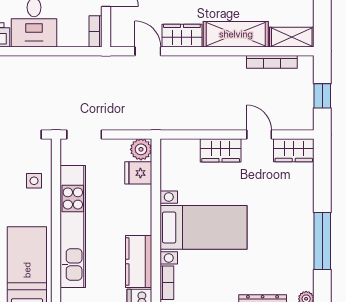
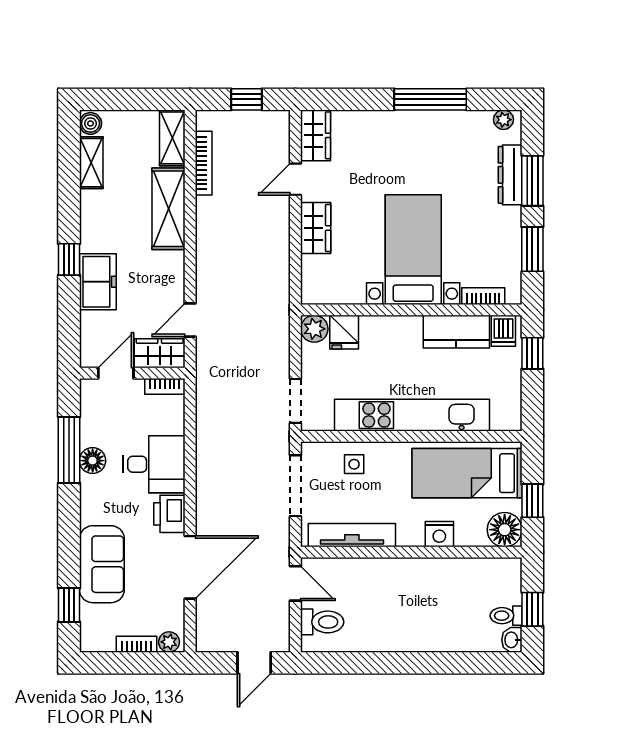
wardrobe: (182, 36) -> (160, 353), moved, turned 90

